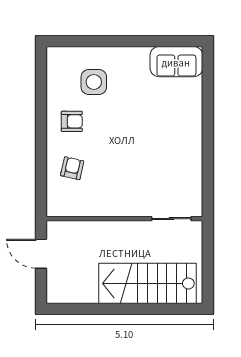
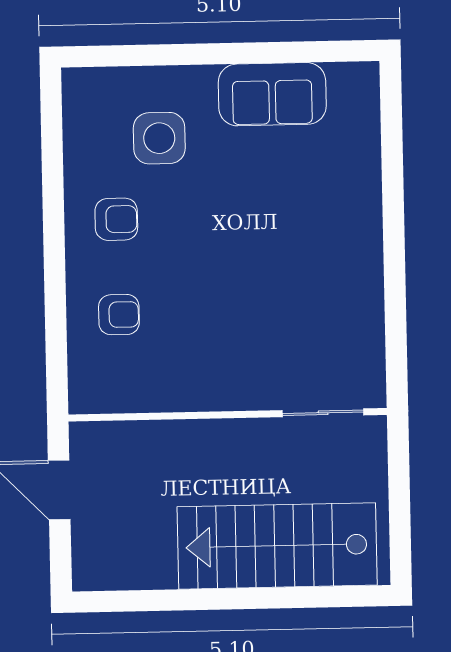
sofa: (176, 62) -> (272, 94), moved
armchair: (72, 168) -> (119, 315), turned 77

